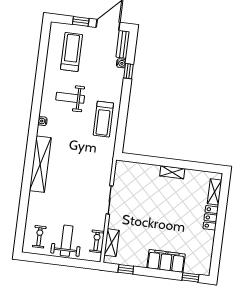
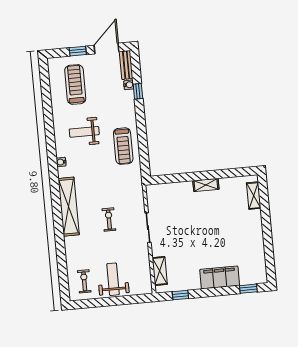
locker: (211, 218) -> (256, 223), removed
exercise bike: (97, 241) -> (109, 219), moved

